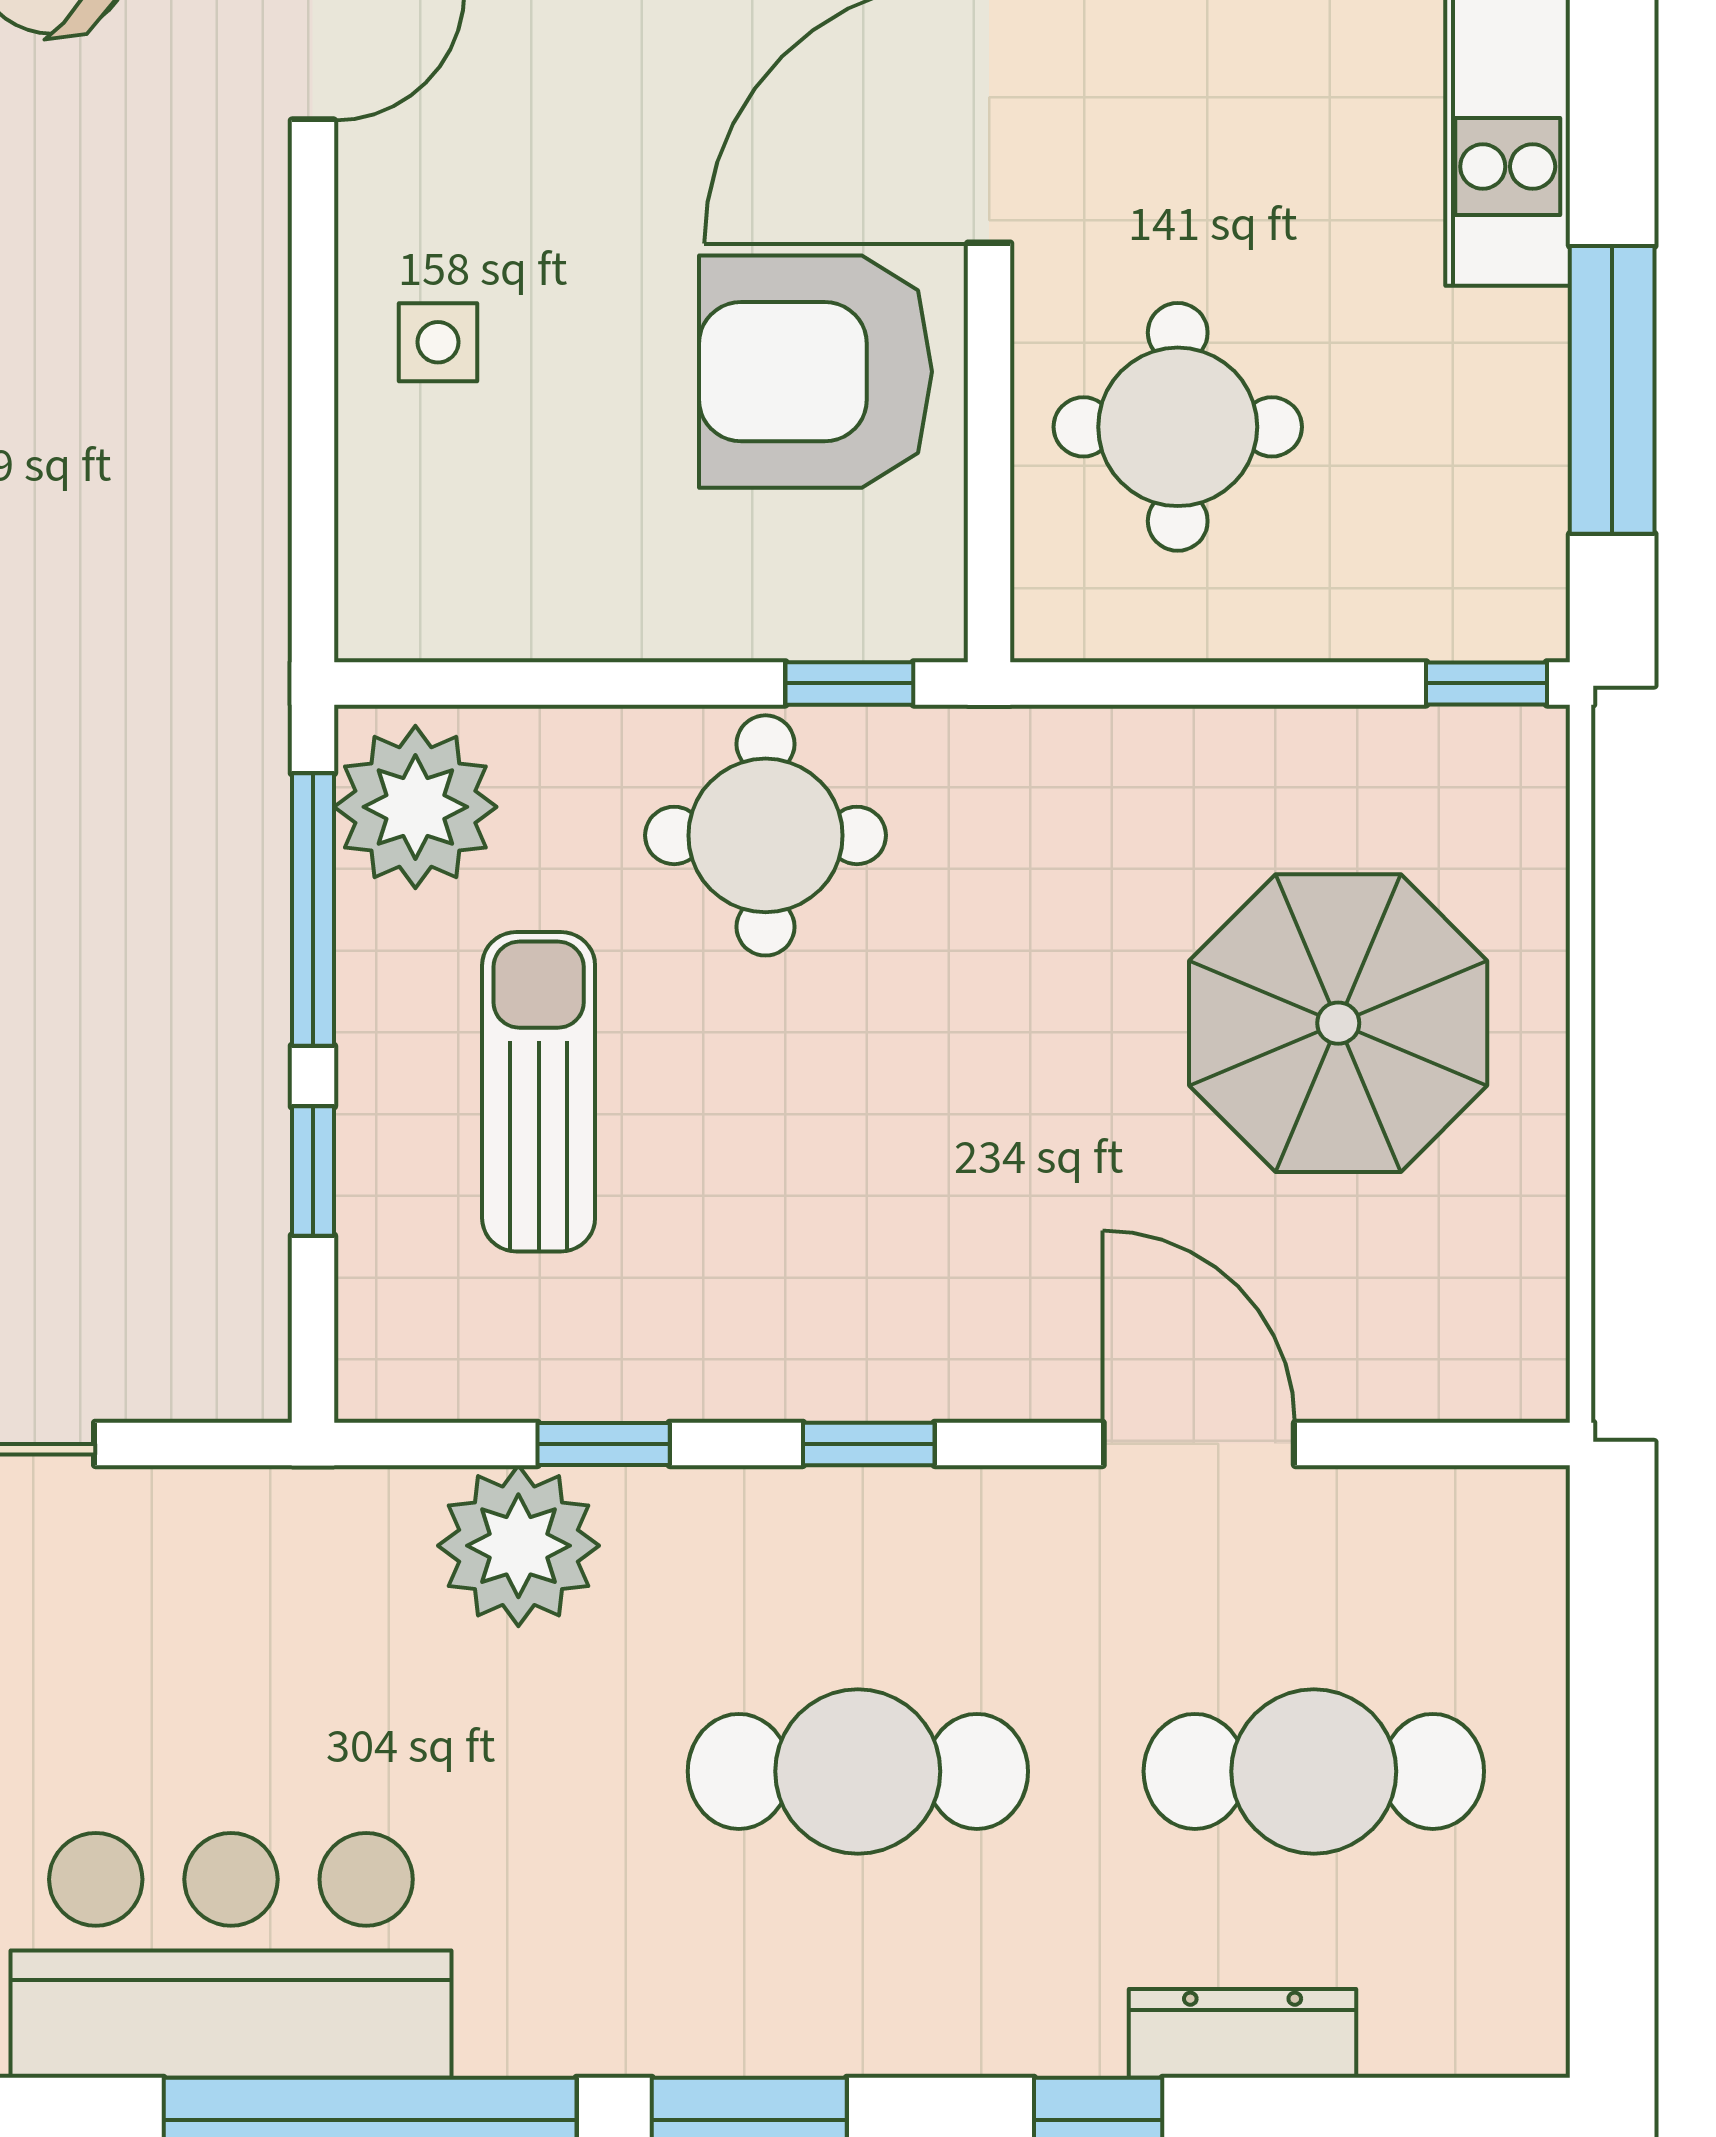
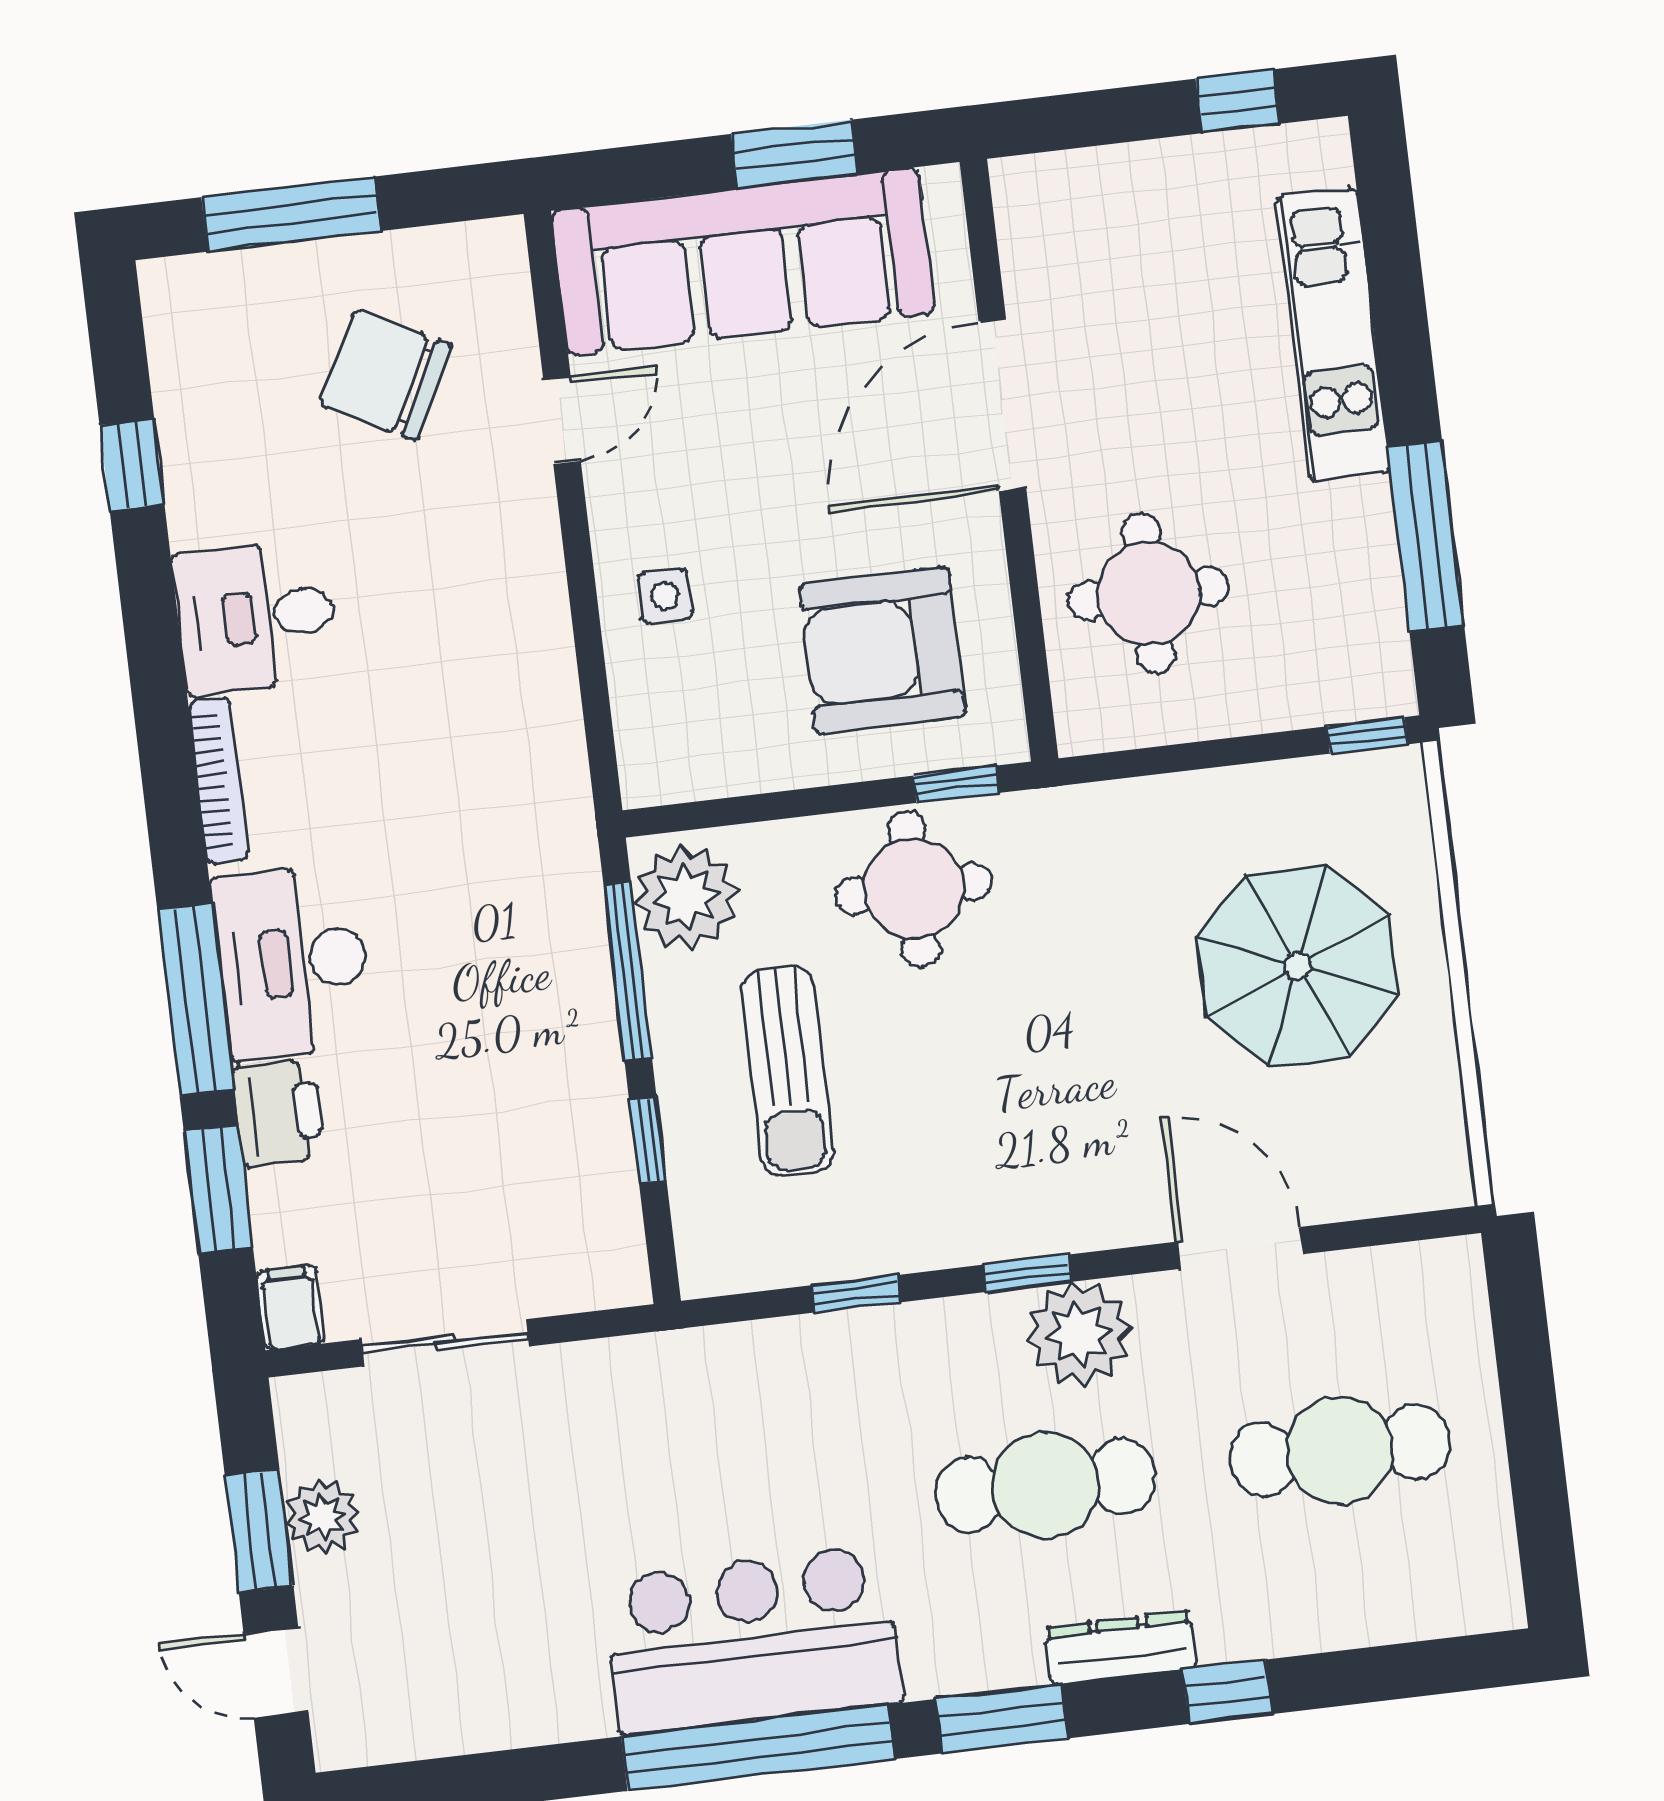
armchair: (815, 372) -> (882, 650), moved
sun lounger: (539, 1092) -> (787, 1072), turned 180
plant: (518, 1546) -> (1079, 1334), moved
bar counter: (231, 1955) -> (753, 1641), moved
dresser: (1243, 2033) -> (1121, 1648), moved

